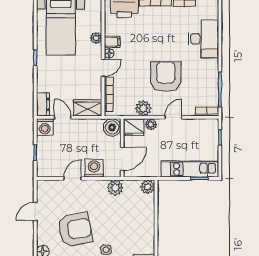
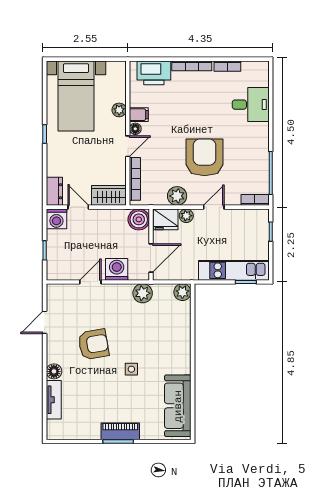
desk: (203, 39) -> (251, 105), width x0.73
armchair: (75, 229) -> (93, 344), width x0.73, depth x0.73

